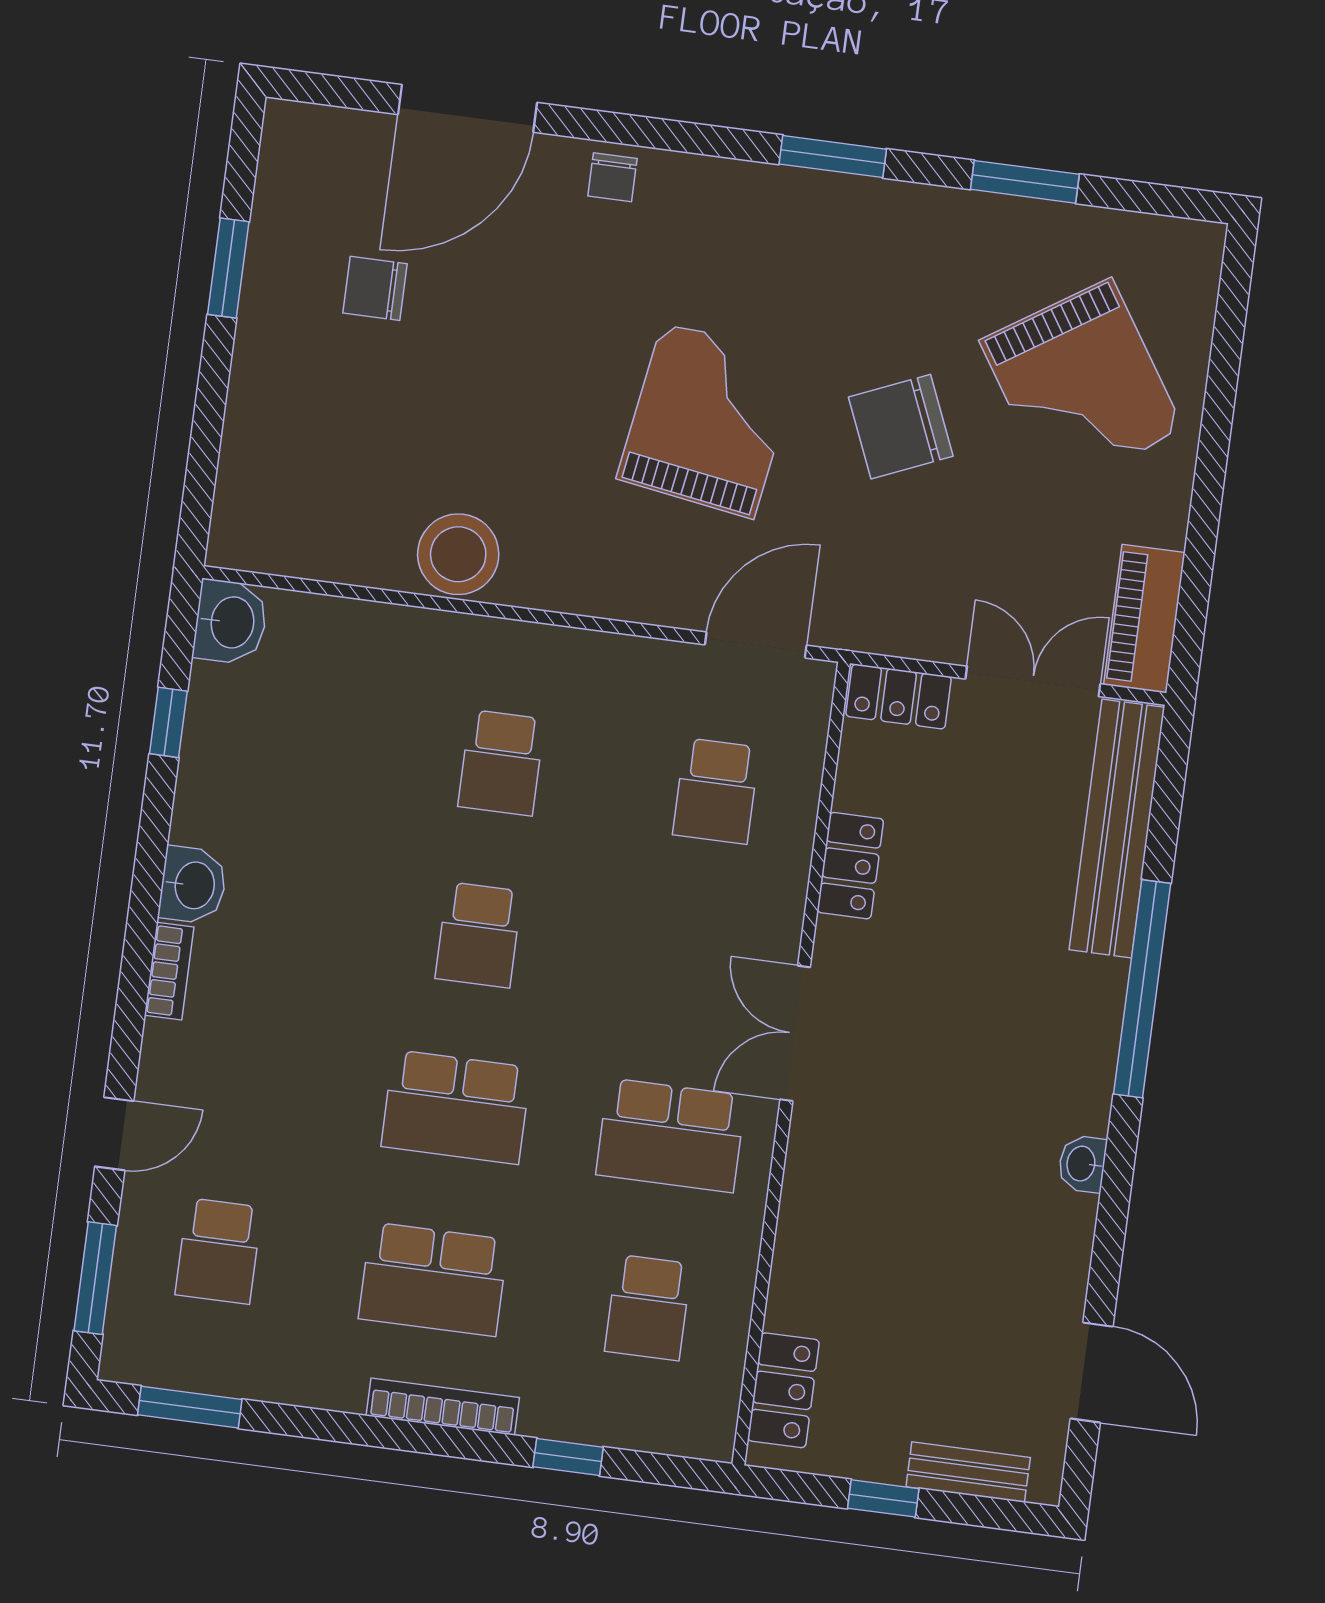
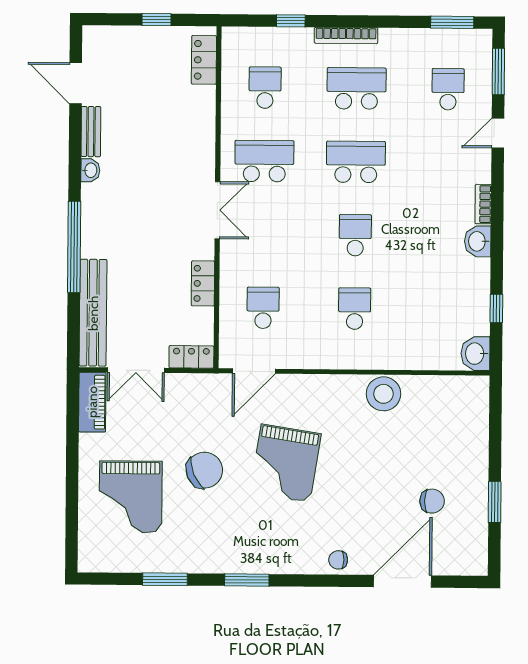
chair: (612, 177) -> (338, 560), turned -90
grand piano: (1082, 385) -> (131, 497), turned -147
bench: (968, 1472) -> (91, 132), moved, turned 90

